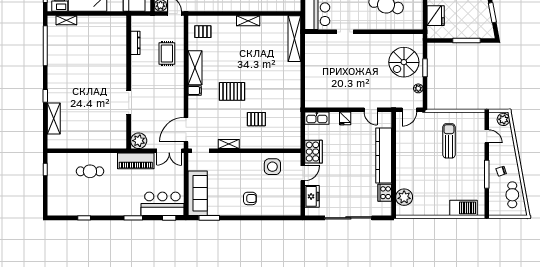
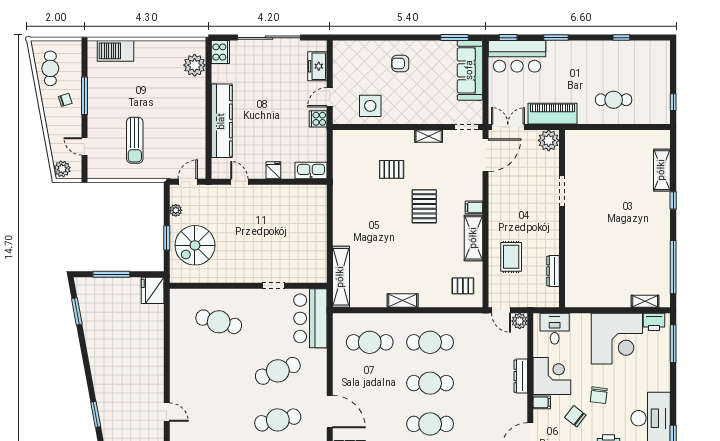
fridge: (436, 16) -> (153, 290), moved
spiral stairs: (404, 62) -> (195, 245), turned 180
pallet: (232, 91) -> (424, 206), turned 90
cooker: (313, 152) -> (318, 119), width x0.53, depth x0.76
cooker: (385, 193) -> (220, 52), moved

